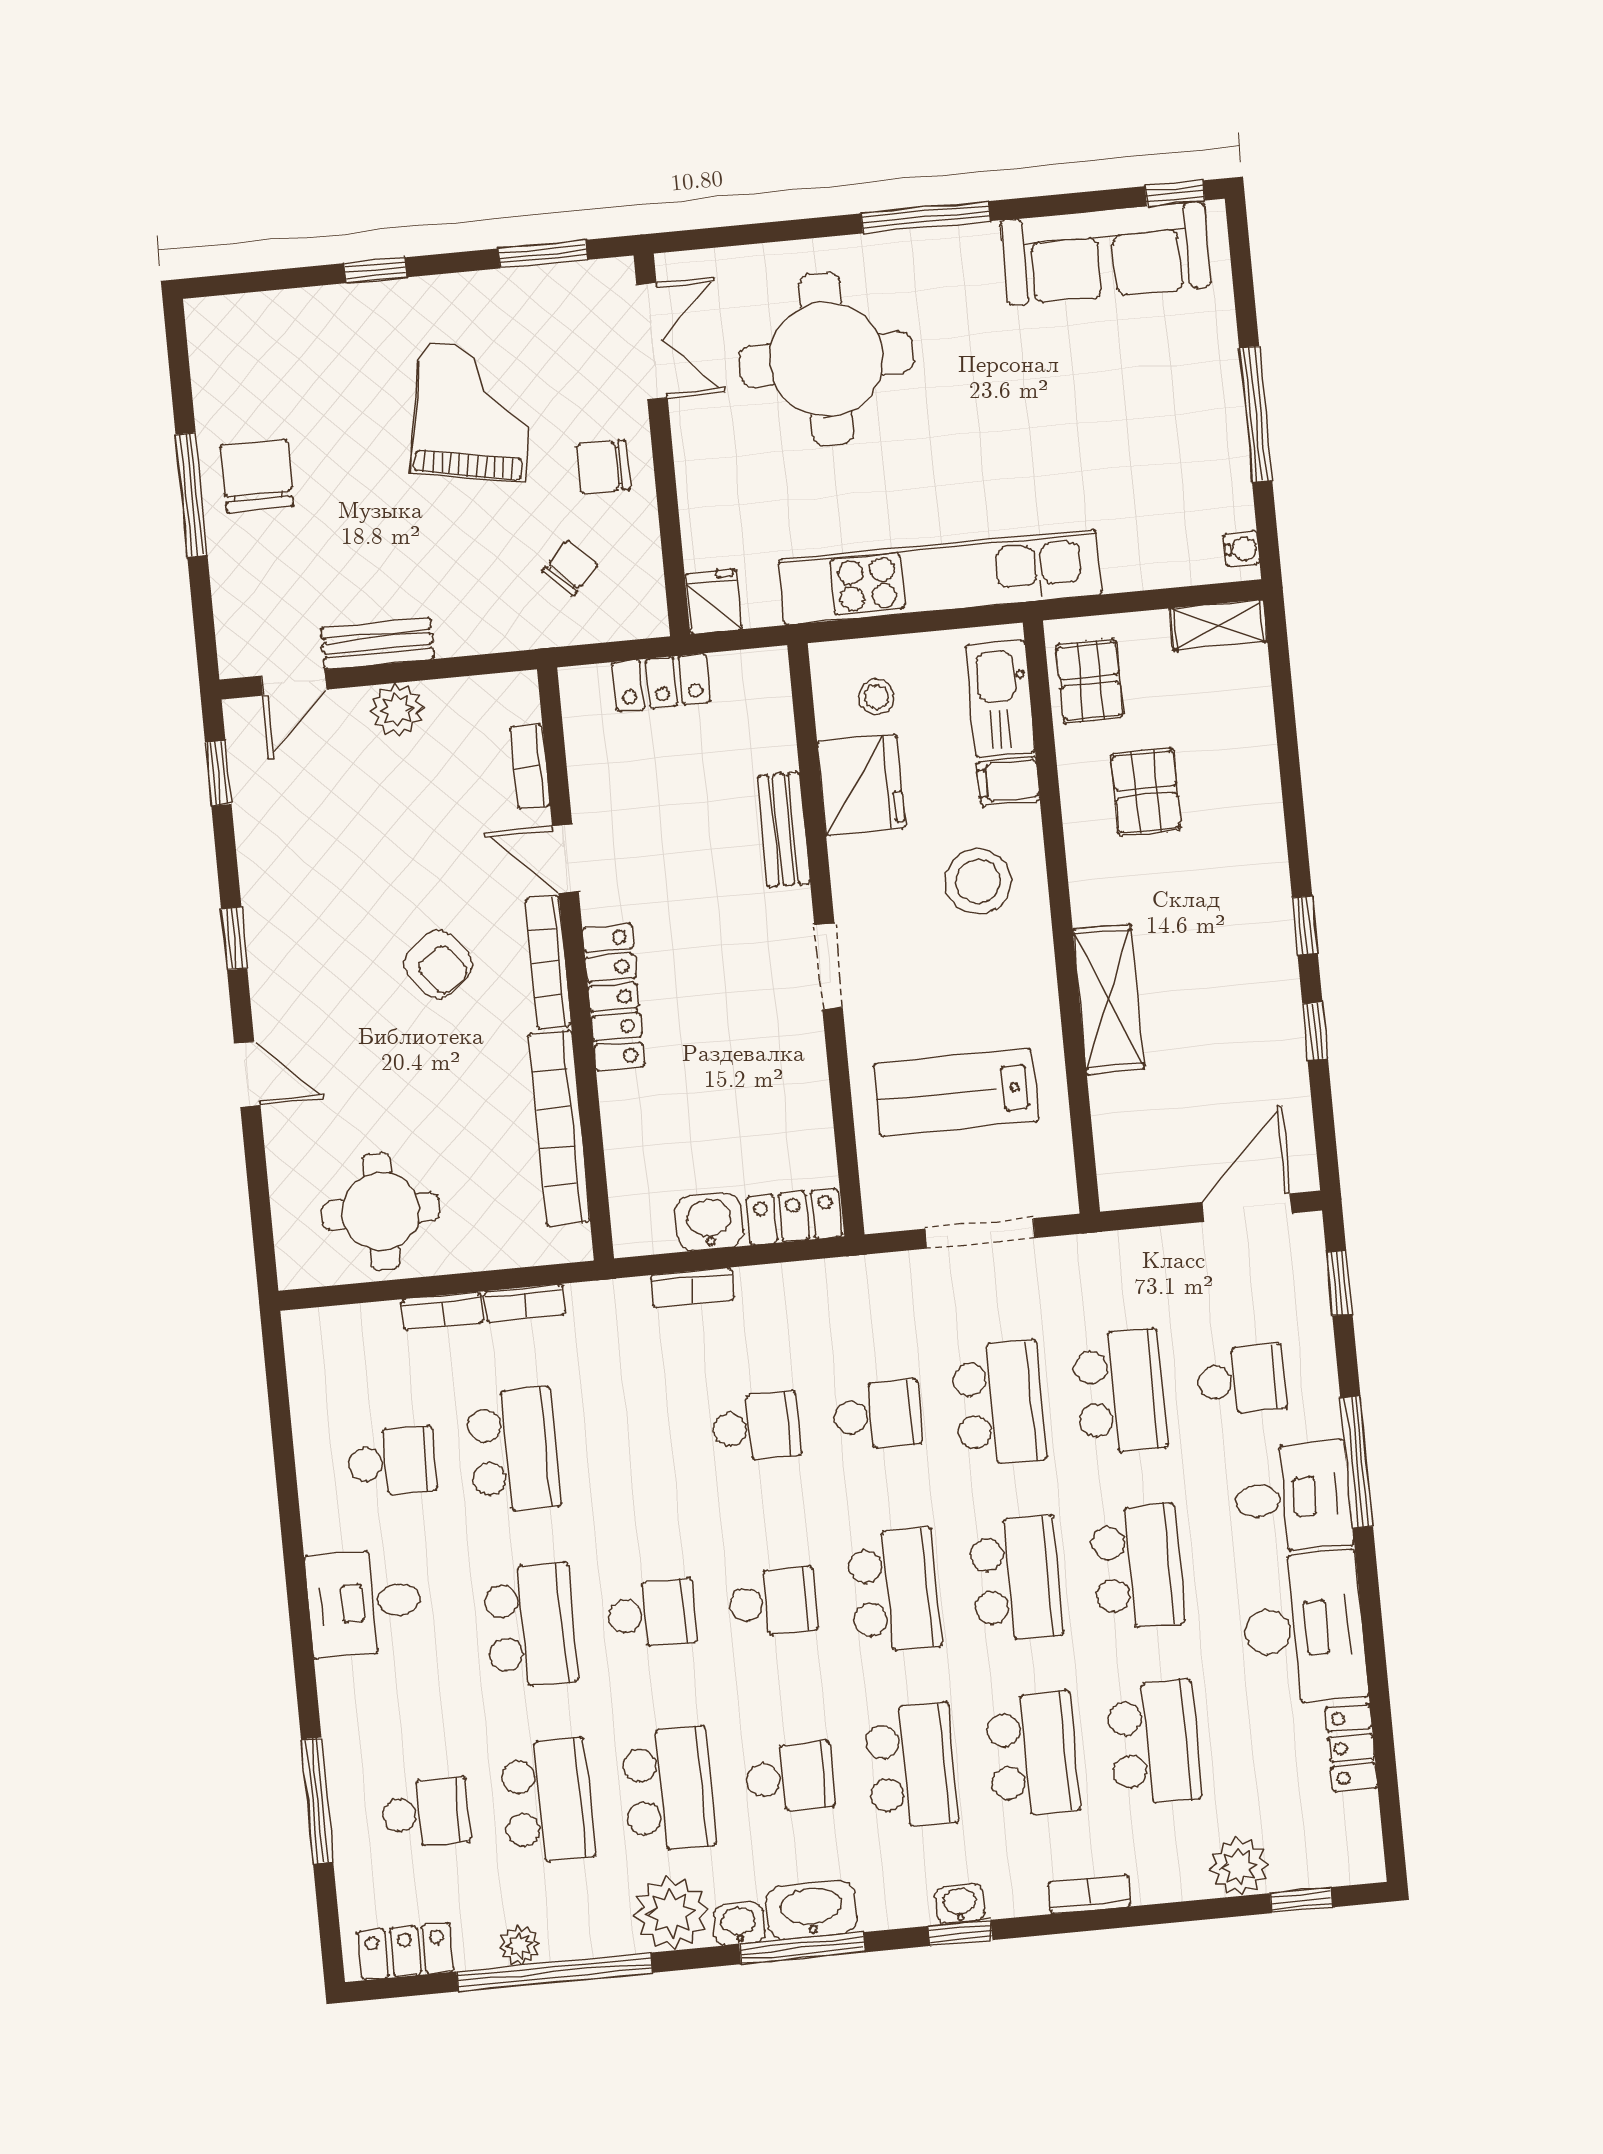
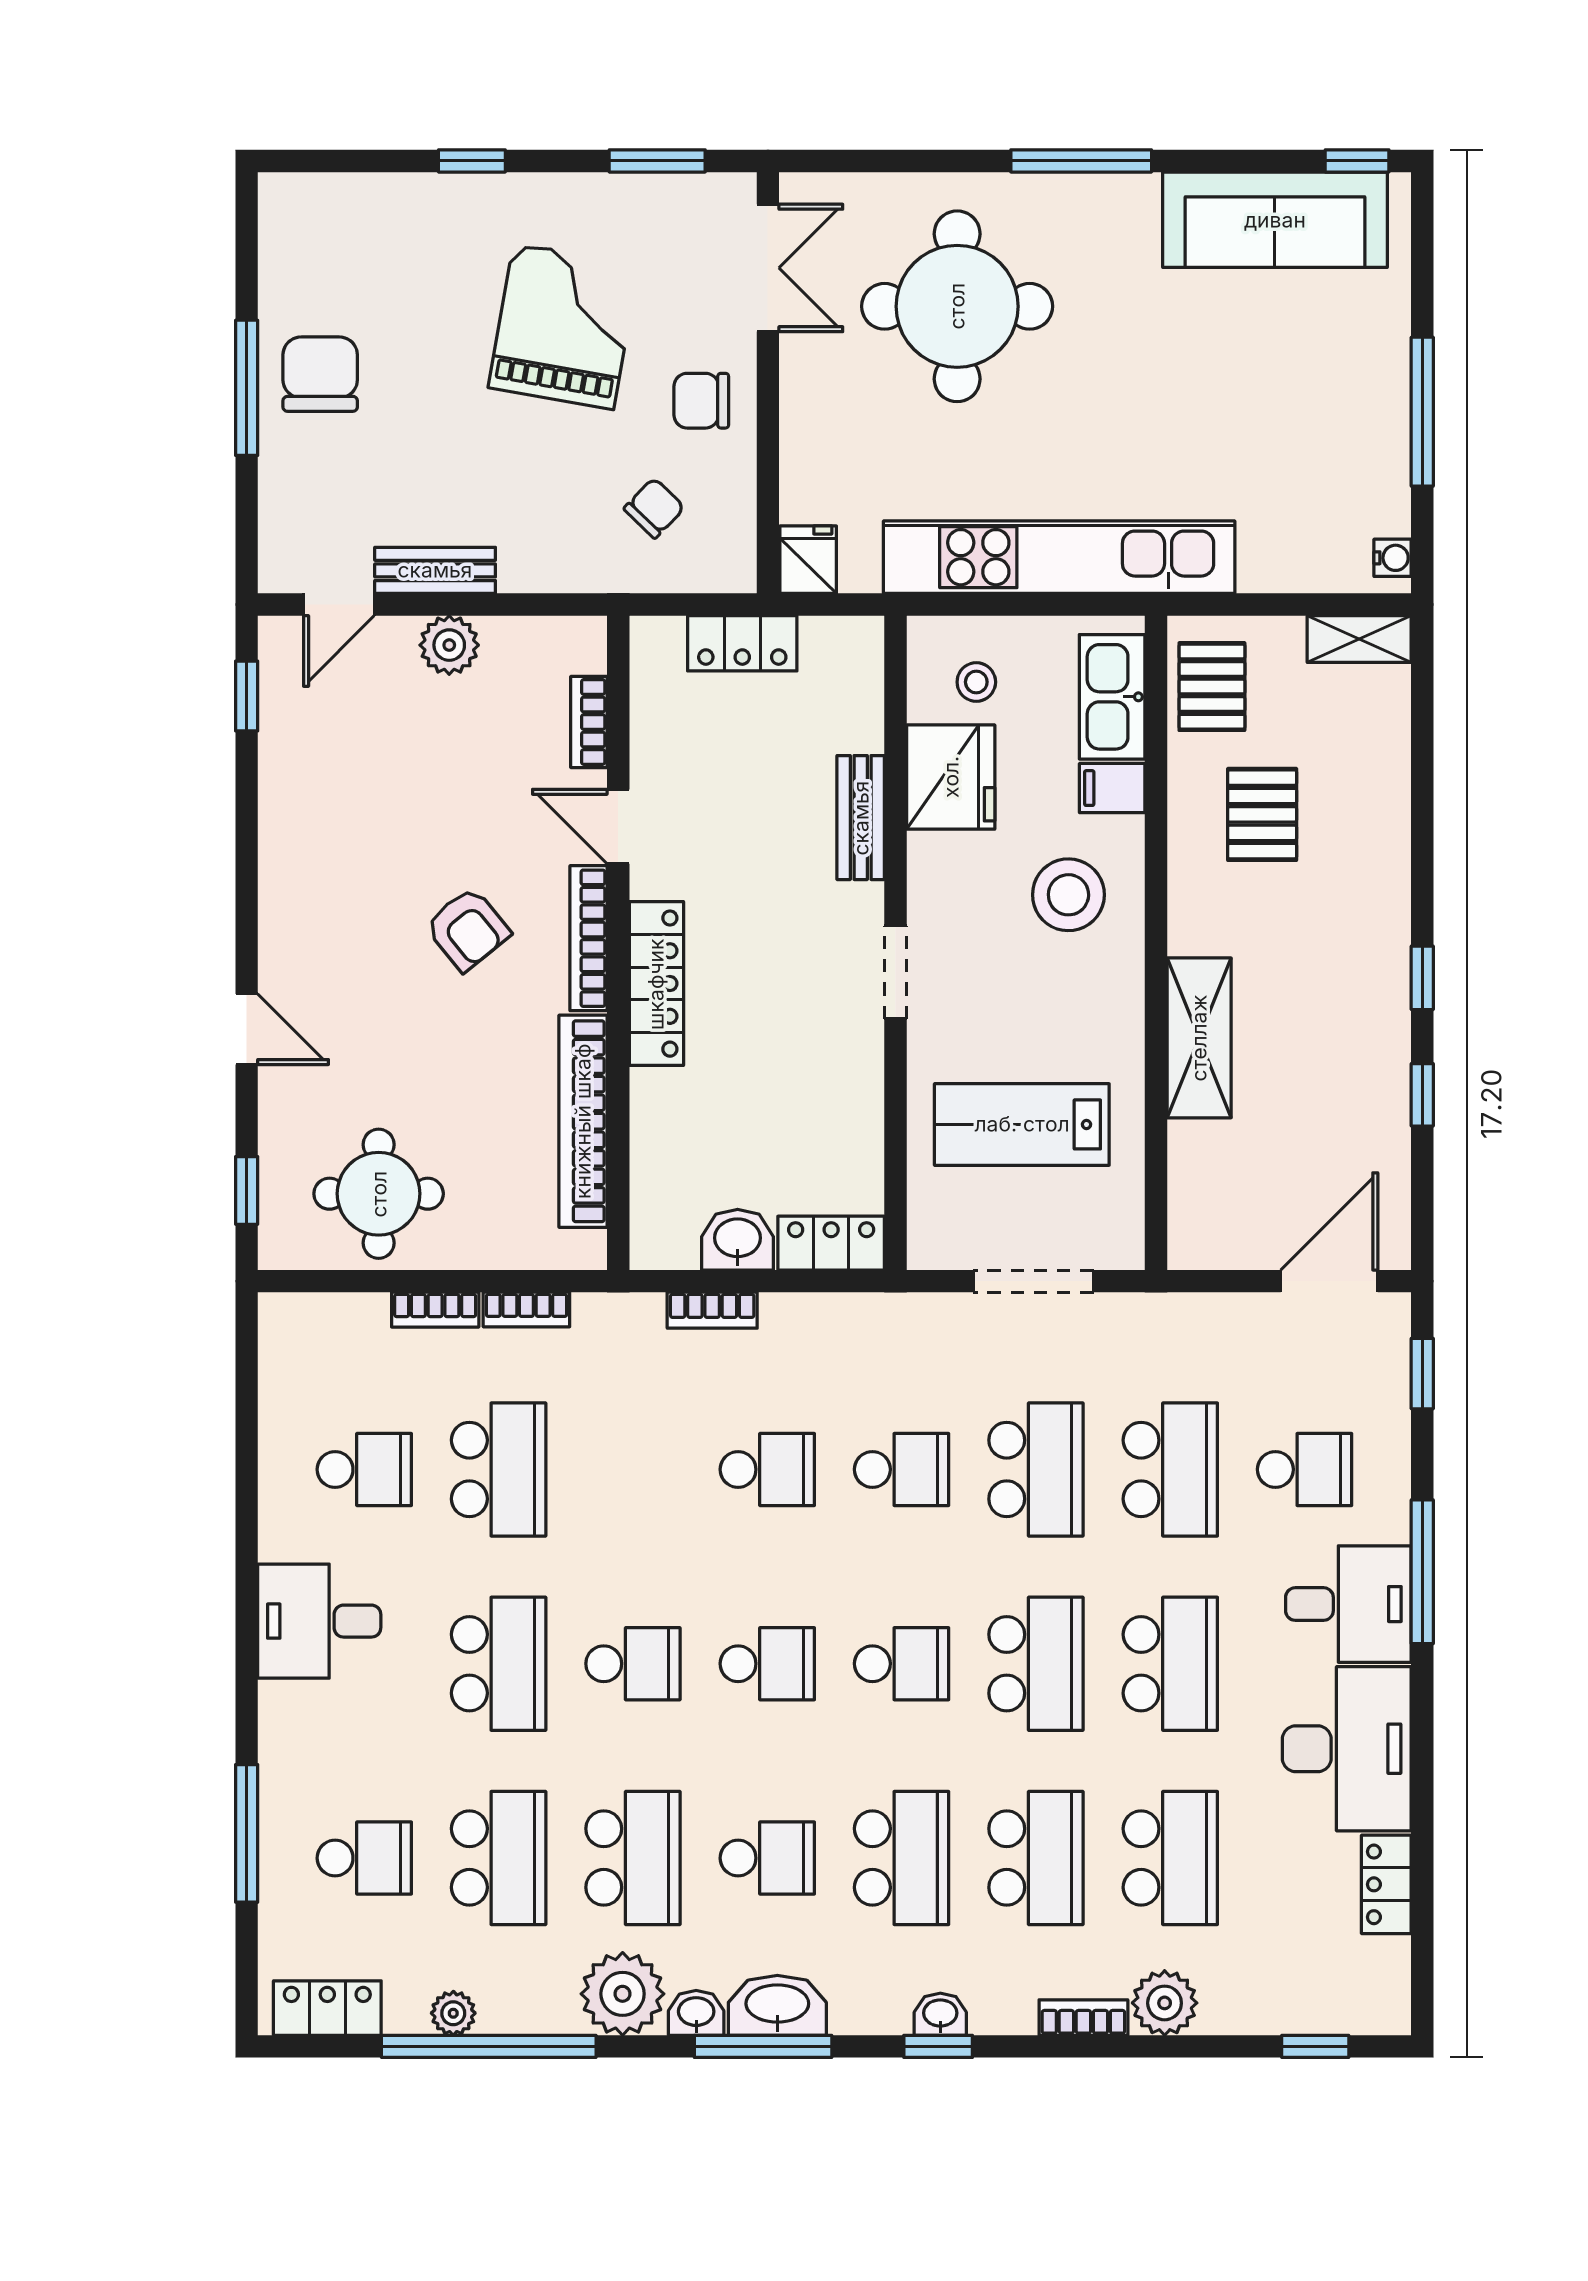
window: (234, 938) -> (247, 1190), moved
school desk: (894, 1590) -> (902, 1664), width x0.54
plant: (1239, 1867) -> (1165, 2003), moved

